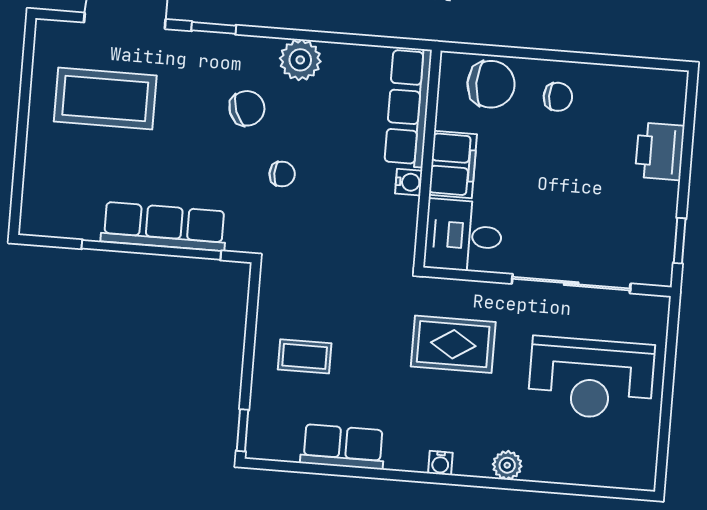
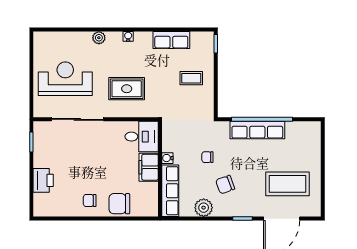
row of seats: (408, 107) -> (170, 191), moved
wall: (427, 159) -> (160, 169), moved
filing cabinet: (453, 164) -> (149, 167), moved
water cooler: (409, 182) -> (167, 158), moved
desk: (463, 236) -> (142, 137), moved

